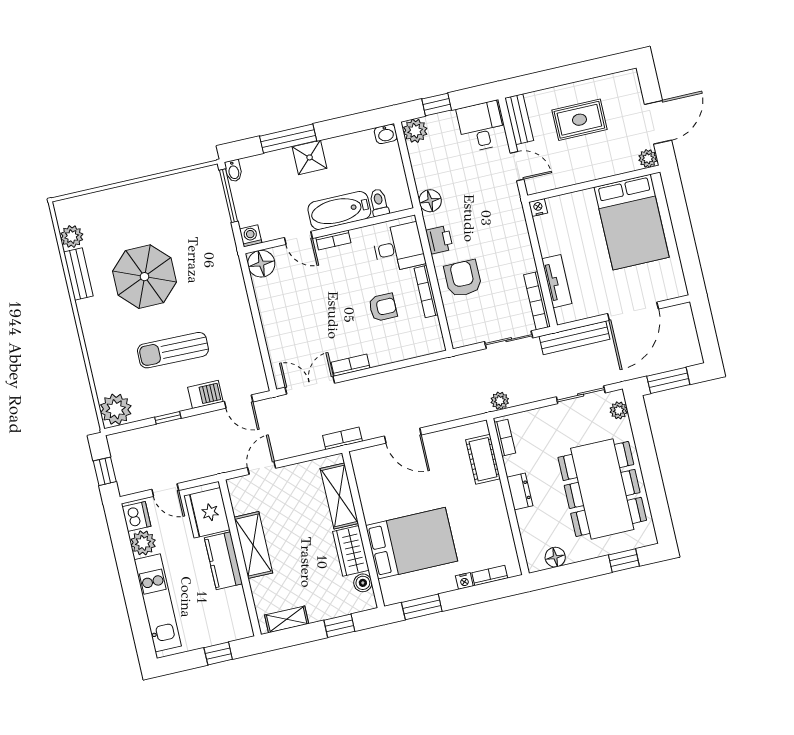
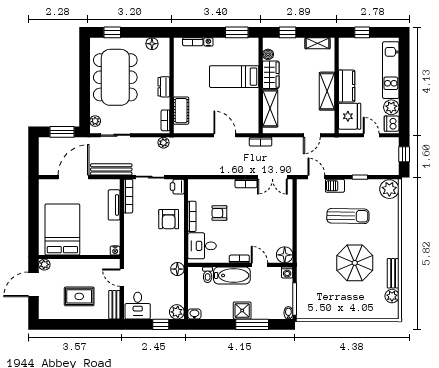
printer: (439, 240) -> (177, 187), moved
bed: (412, 543) -> (234, 77), width x0.67

